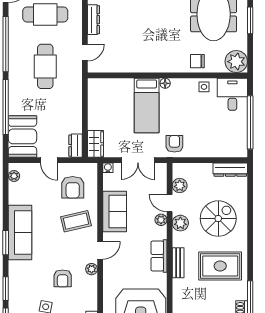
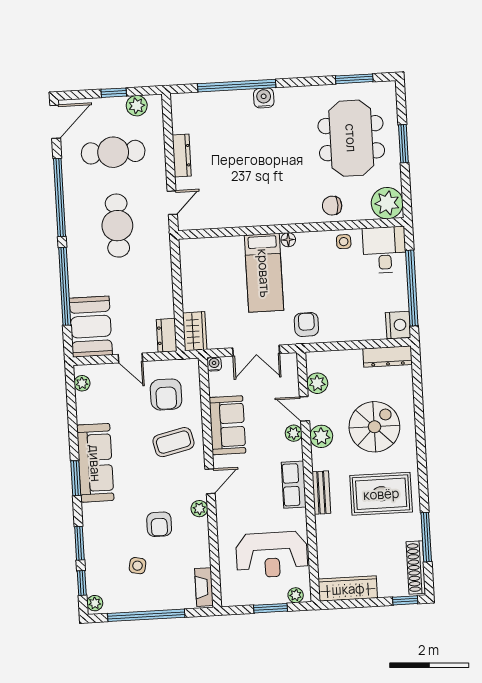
nightstand: (239, 148) -> (398, 325), added

